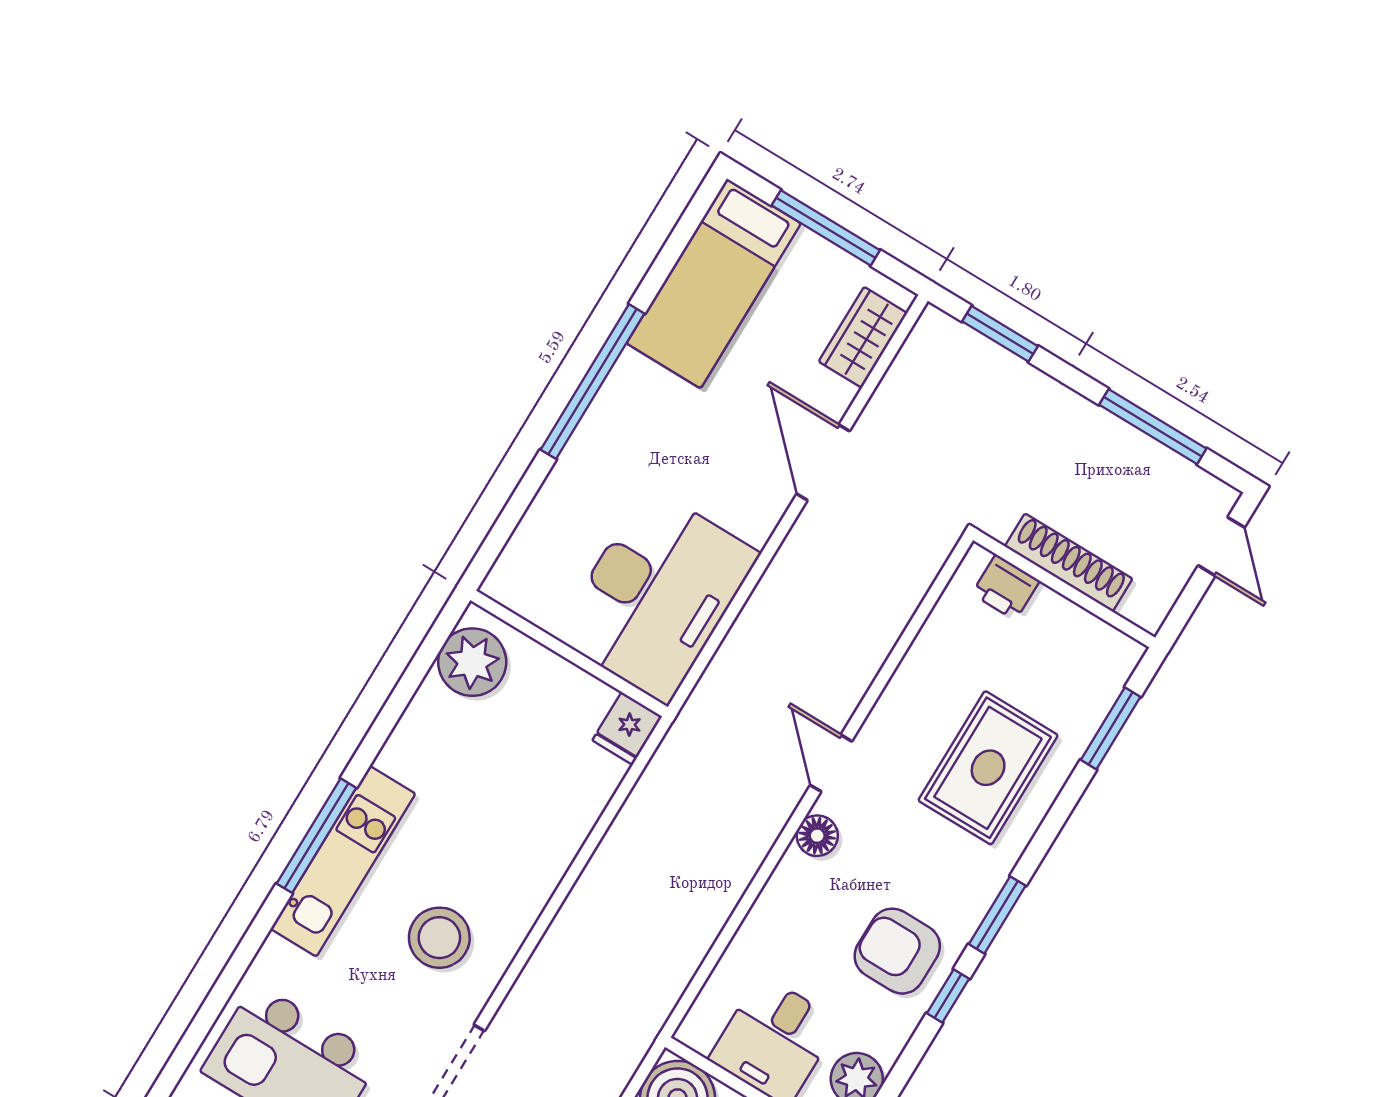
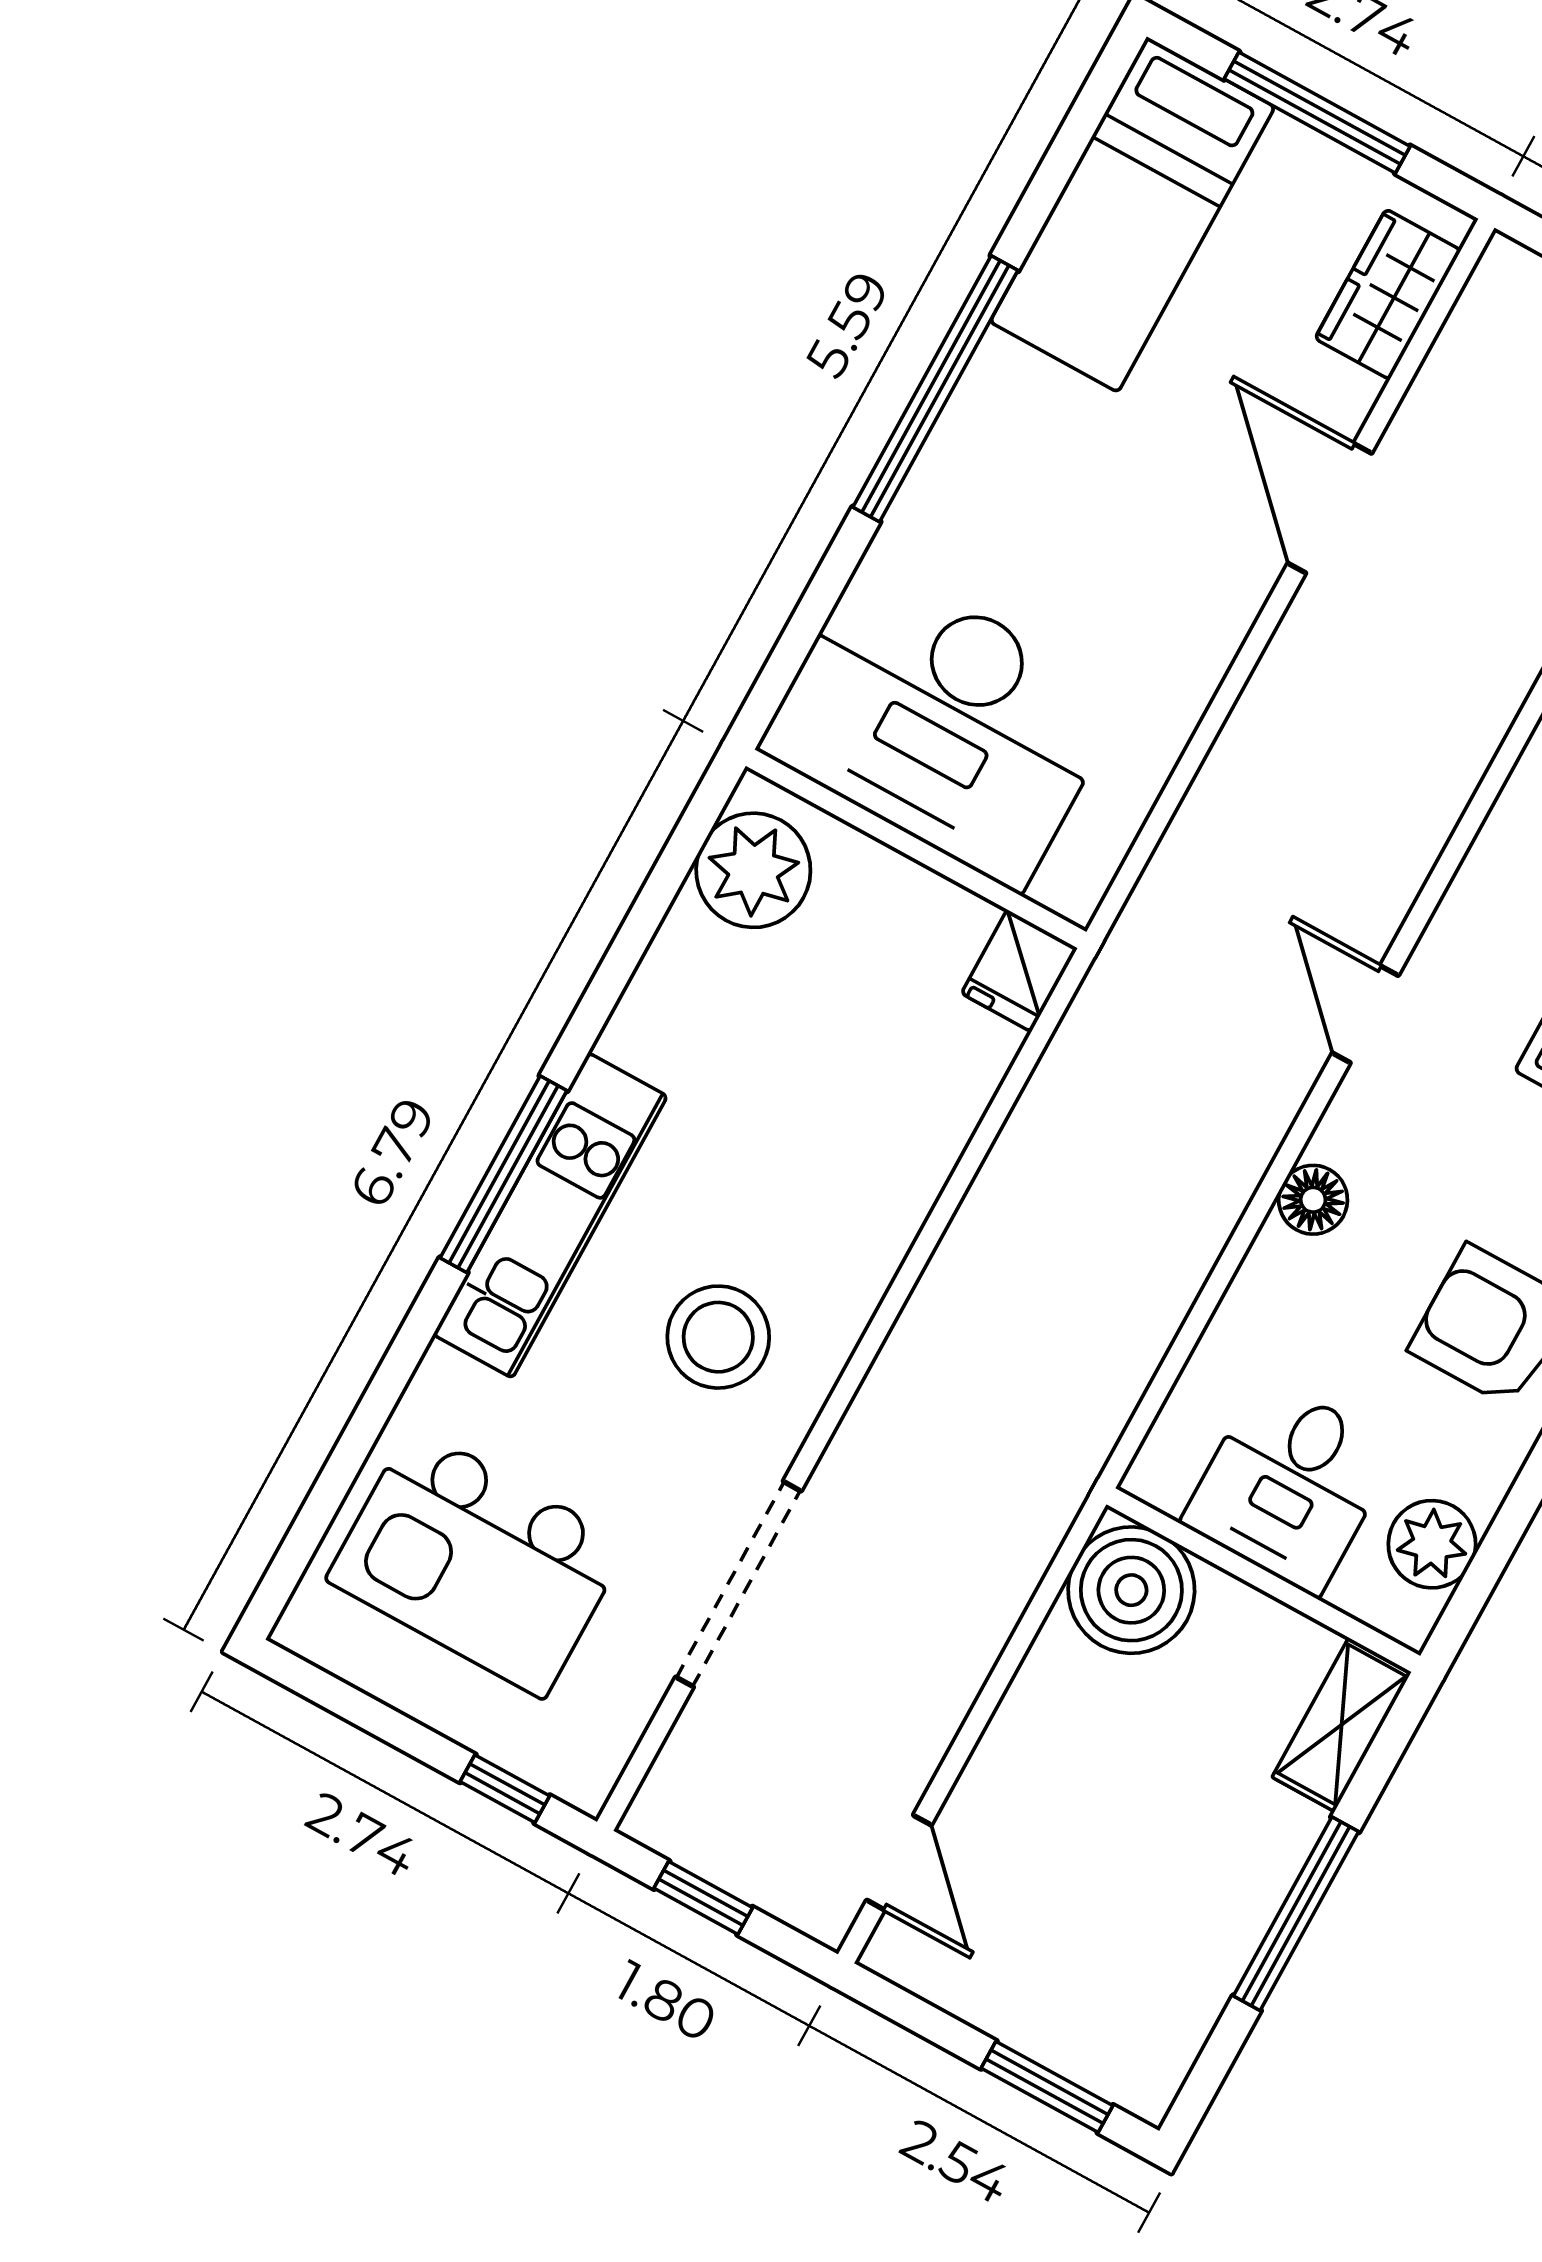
desk: (657, 595) -> (943, 723), moved, turned 90
floor lamp: (817, 836) -> (1313, 1200), moved

